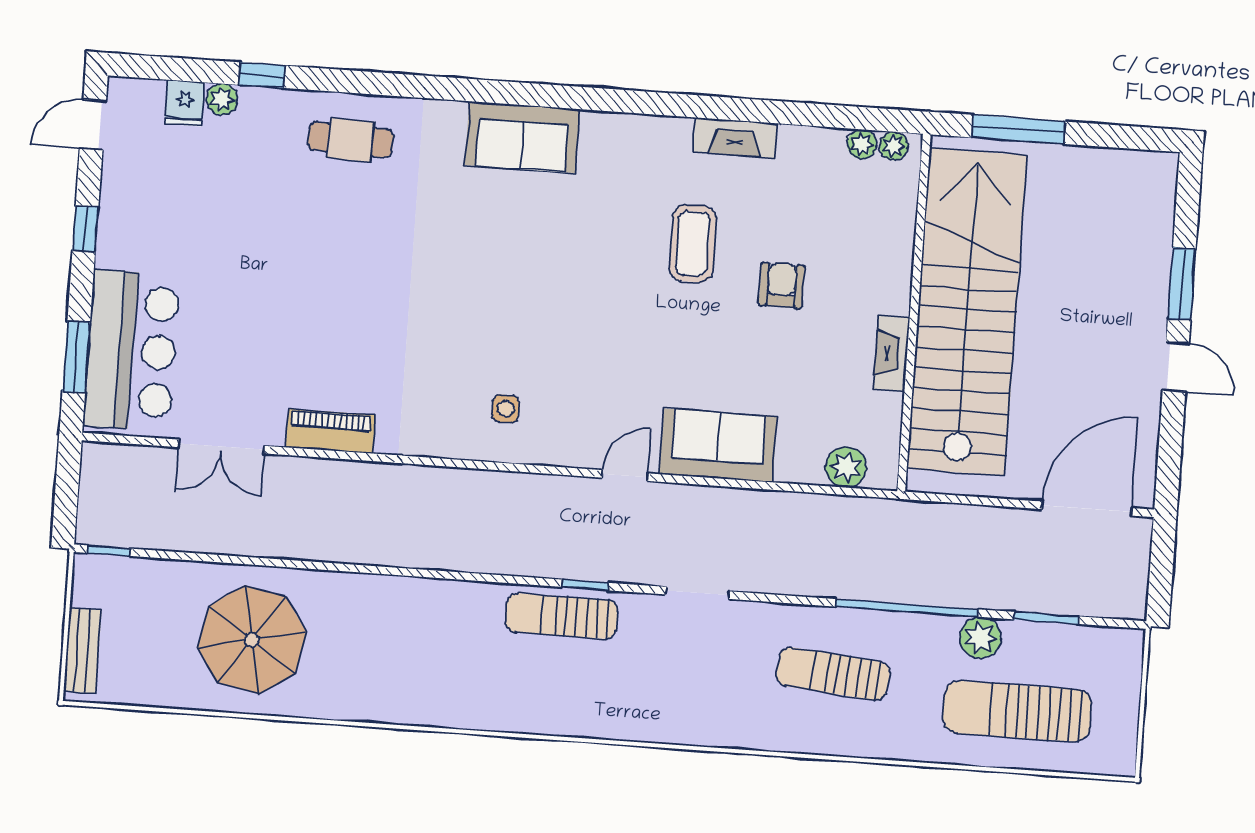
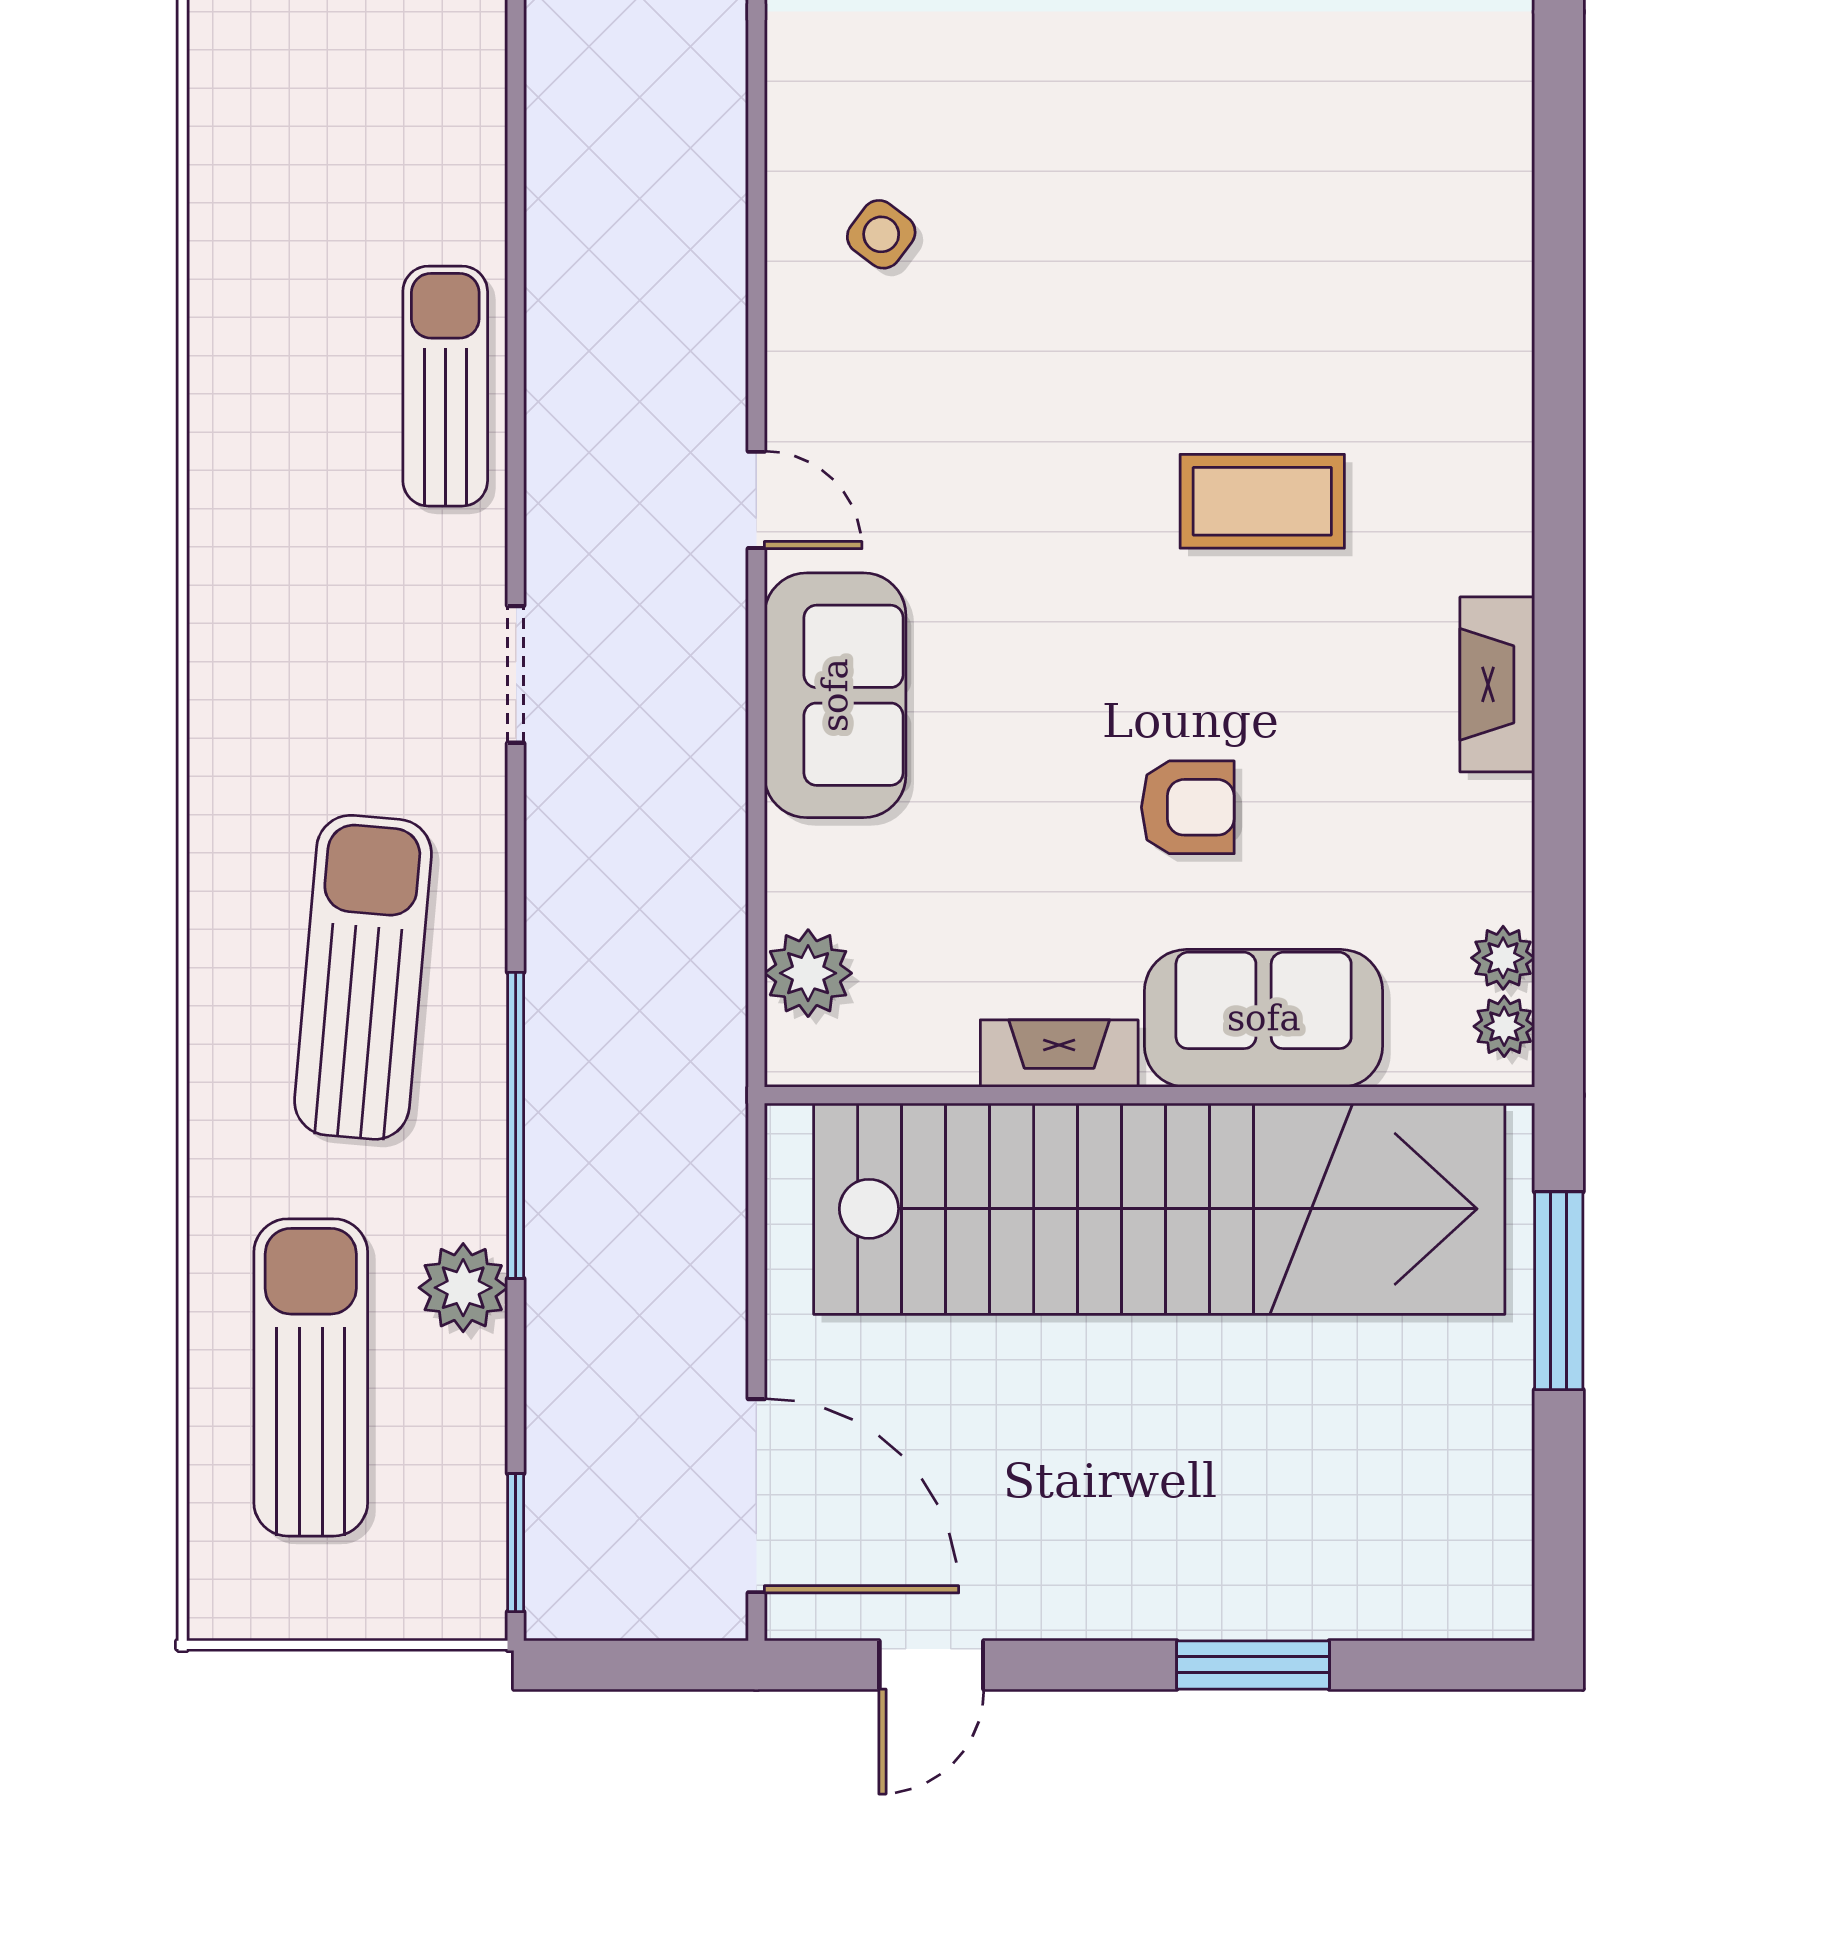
sofa: (522, 137) -> (1264, 1018), moved, turned 90
coffee table: (693, 244) -> (1262, 501), moved
door: (1176, 367) -> (931, 1665), moved
side table: (506, 409) -> (881, 234), turned 37
window: (585, 585) -> (516, 432), removed
window: (1046, 618) -> (516, 1543), moved
sun lounger: (833, 674) -> (363, 977), width x1.36, depth x1.34

